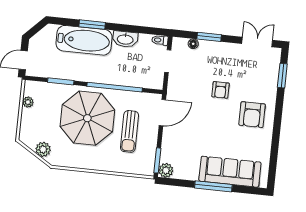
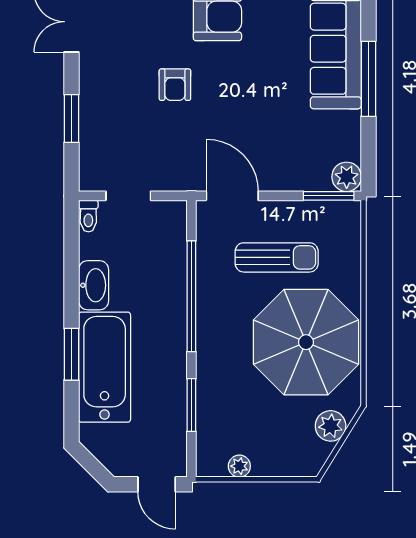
floor lamp: (193, 44) -> (89, 149), removed
armchair: (220, 90) -> (175, 85), turned 90
parasol: (87, 118) -> (306, 342), moved

